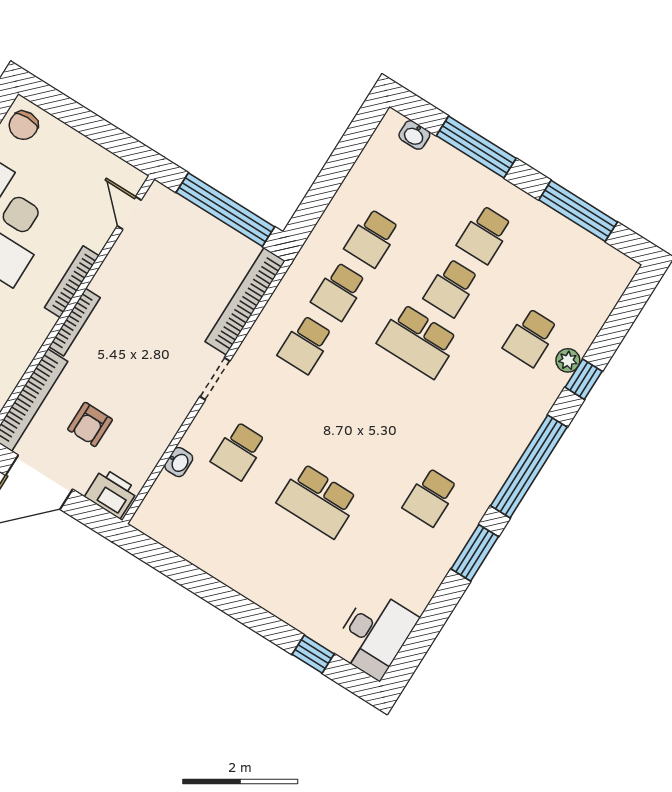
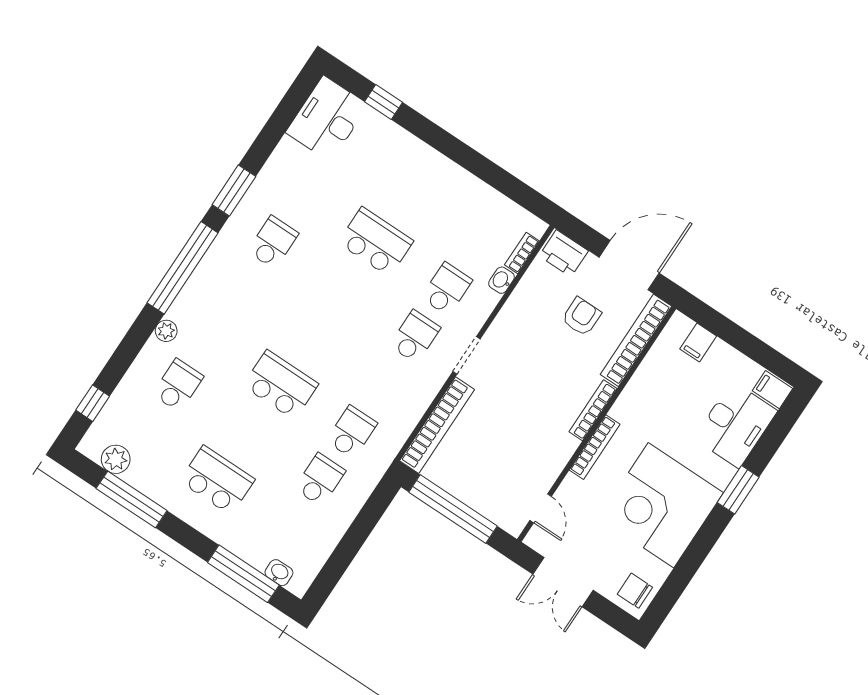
chair: (23, 125) -> (635, 591), turned -90
double door: (103, 133) -> (563, 582), added
window: (476, 147) -> (243, 574), moved
school desk: (485, 235) -> (217, 480), width x1.85
plant: (597, 255) -> (116, 459), added
school desk: (451, 288) -> (249, 432), removed
school desk: (305, 345) -> (415, 337), moved
plant: (568, 360) -> (166, 331), moved
window: (584, 379) -> (93, 403), moved
bookcase: (157, 493) -> (522, 253), added

